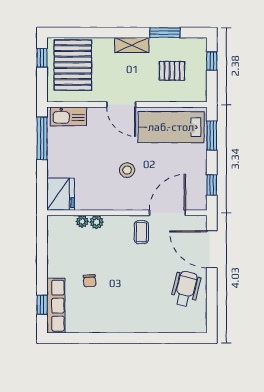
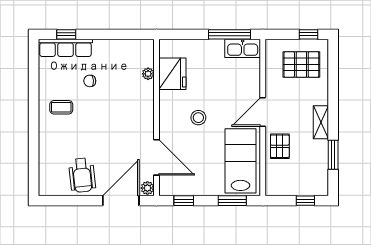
pallet: (73, 65) -> (301, 64), width x0.73, depth x0.71
pallet: (172, 71) -> (280, 146), moved
kitchen sink: (68, 116) -> (243, 48), moved, turned -90
fridge: (61, 194) -> (172, 74), moved, turned -90
plant: (97, 222) -> (147, 188), moved
coffee table: (141, 232) -> (61, 107), moved
wheelchair: (186, 289) -> (82, 175), turned 70

